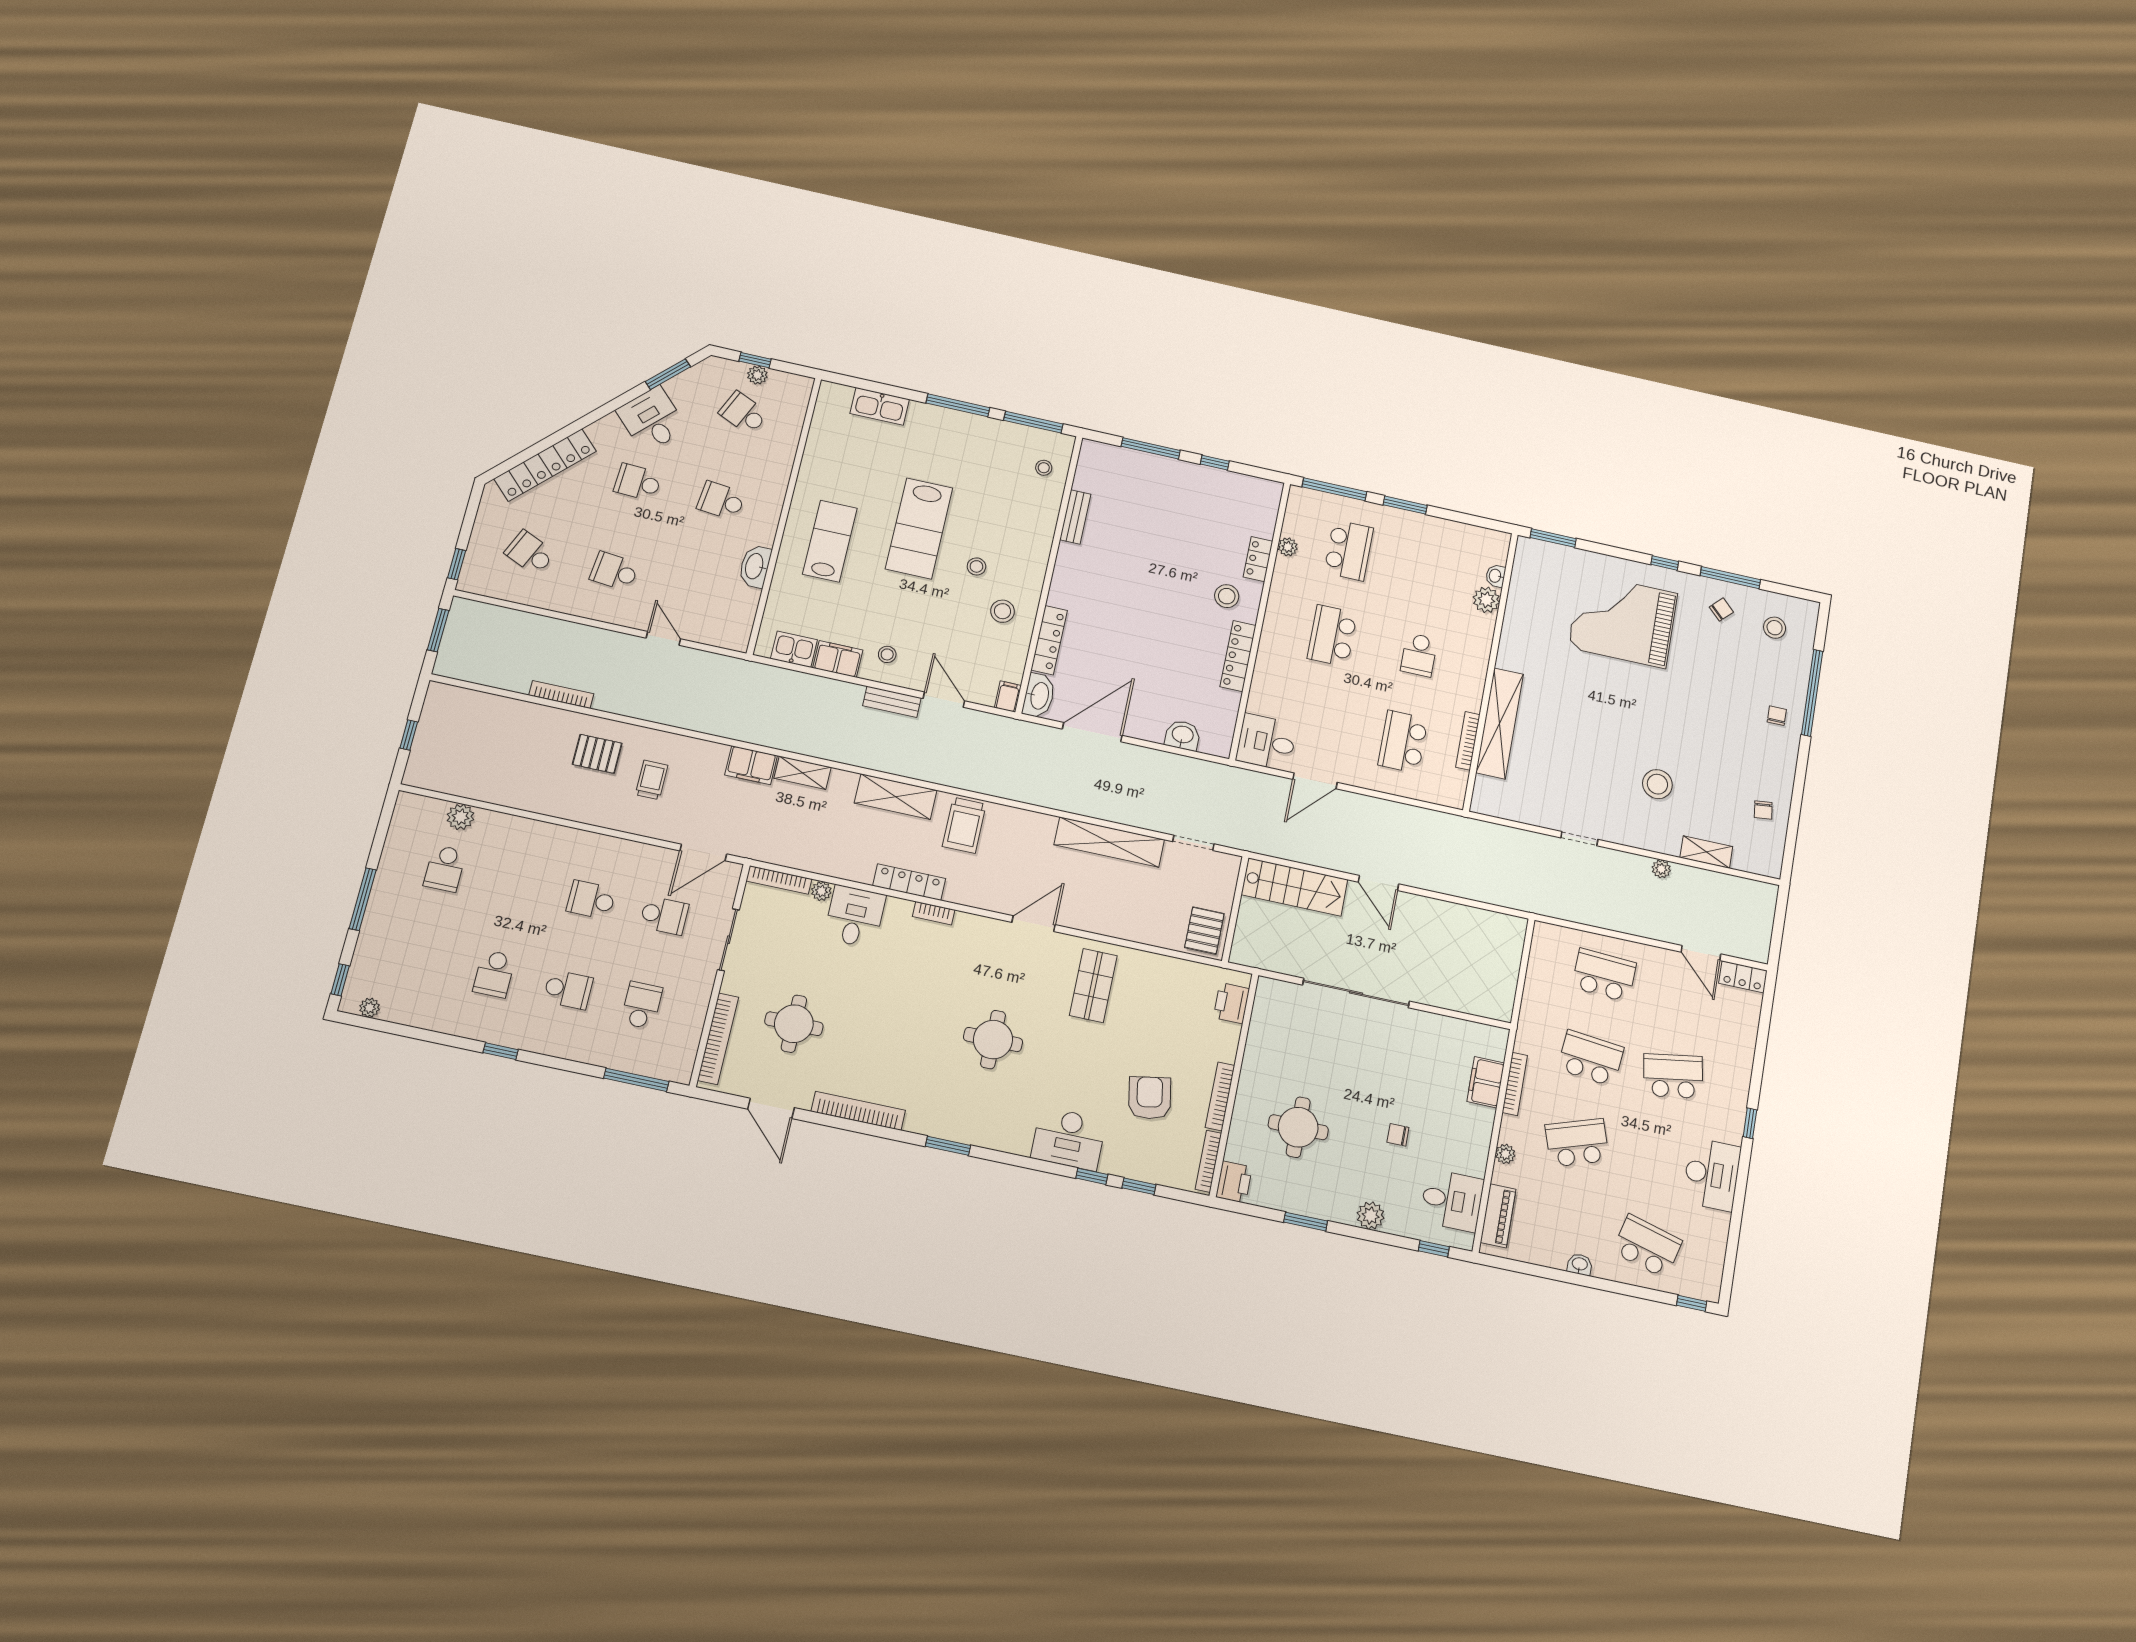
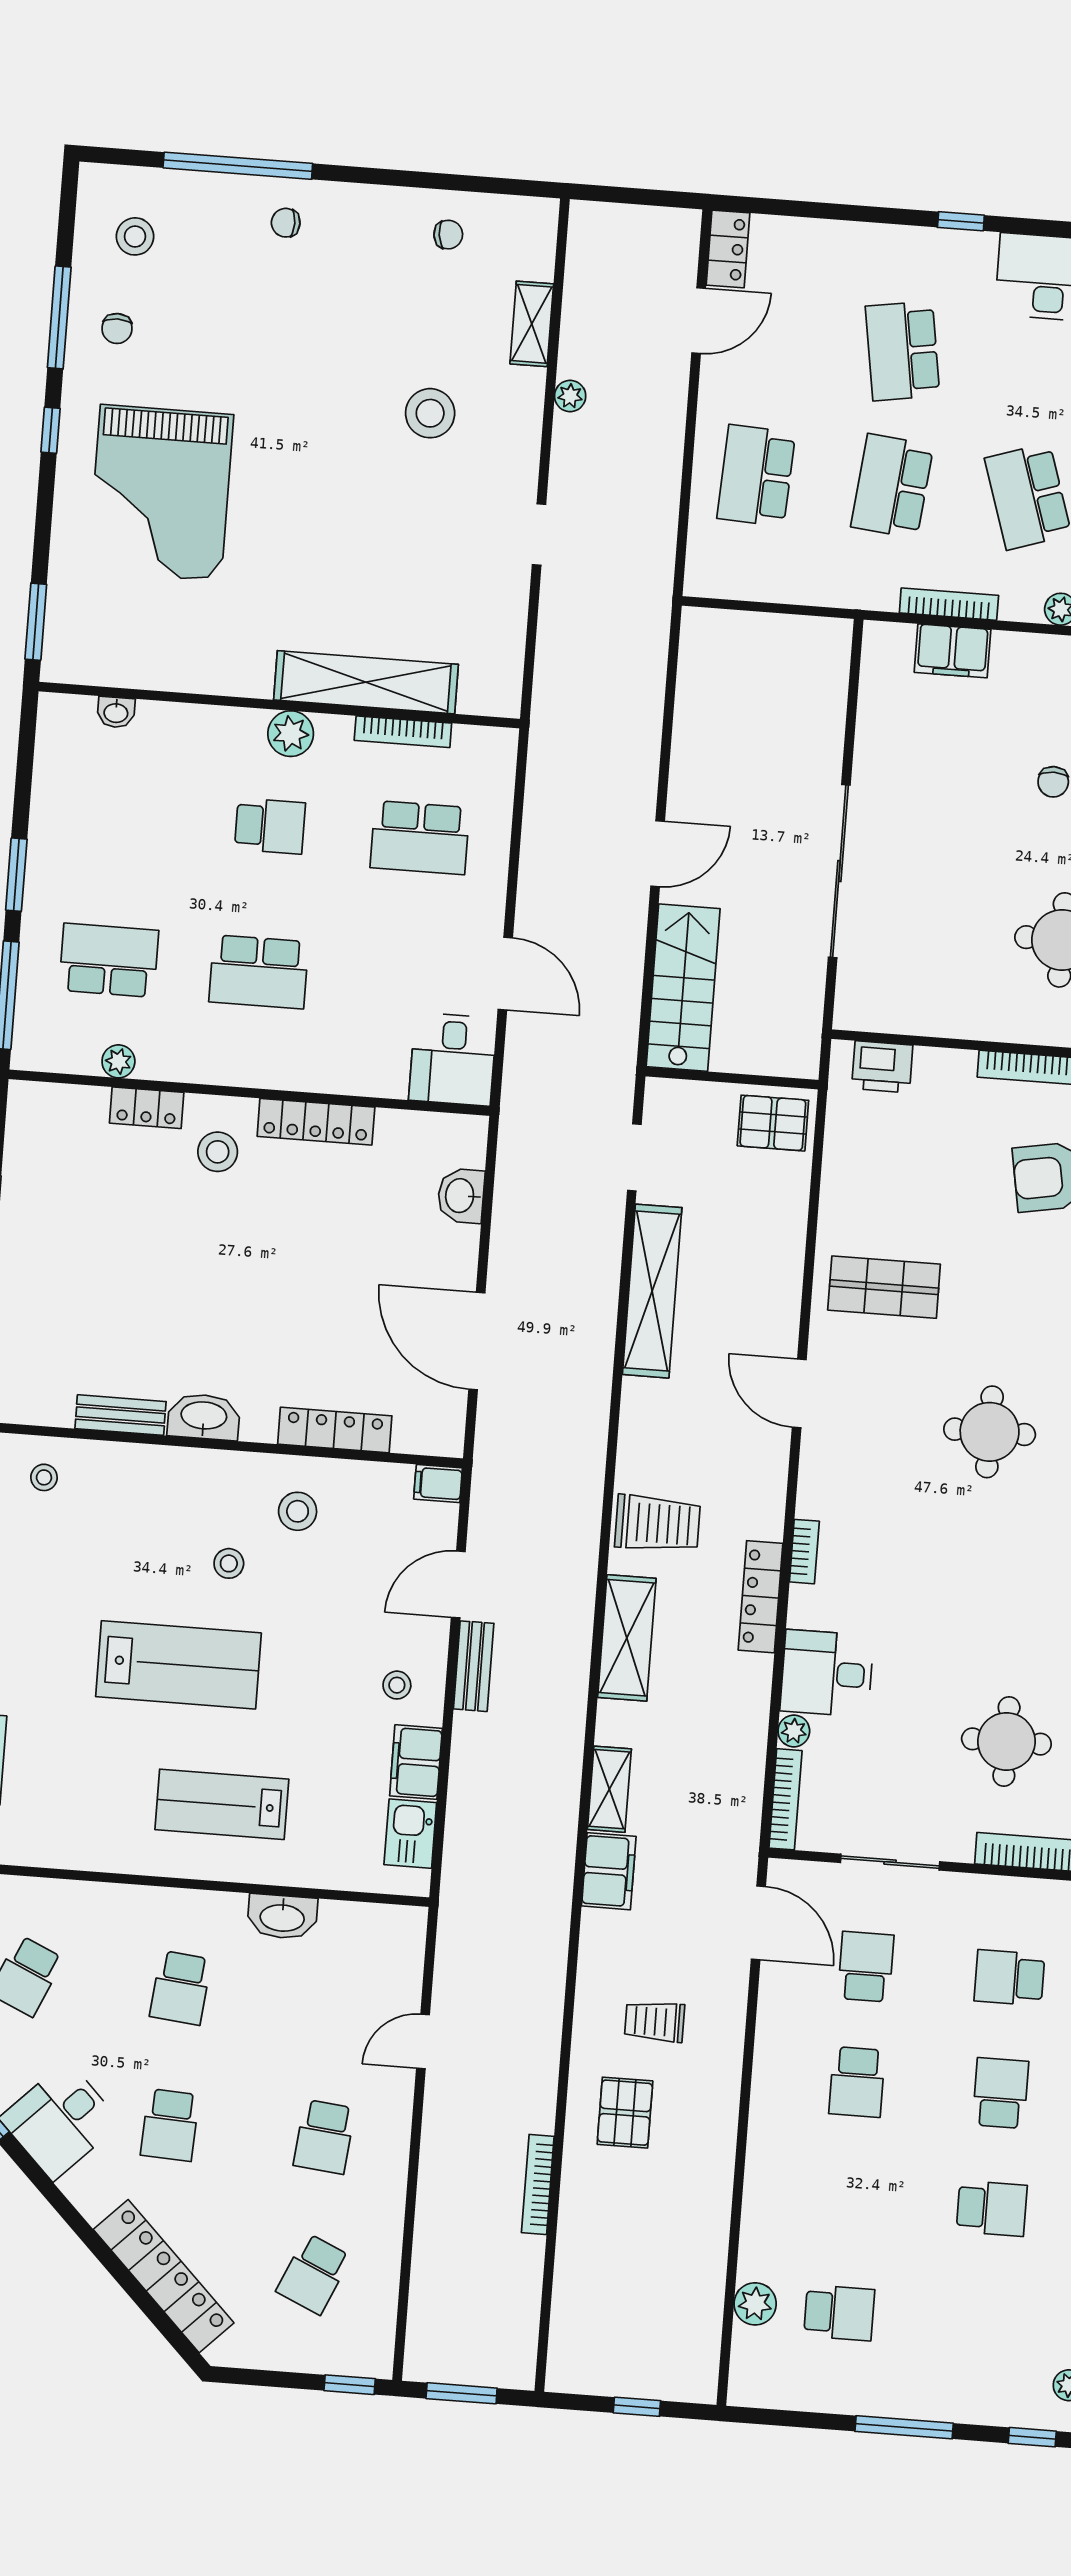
plant: (1486, 600) -> (291, 734), moved
chair: (1721, 610) -> (117, 329), turned -135
washbasin: (1039, 696) -> (204, 1417), moved

